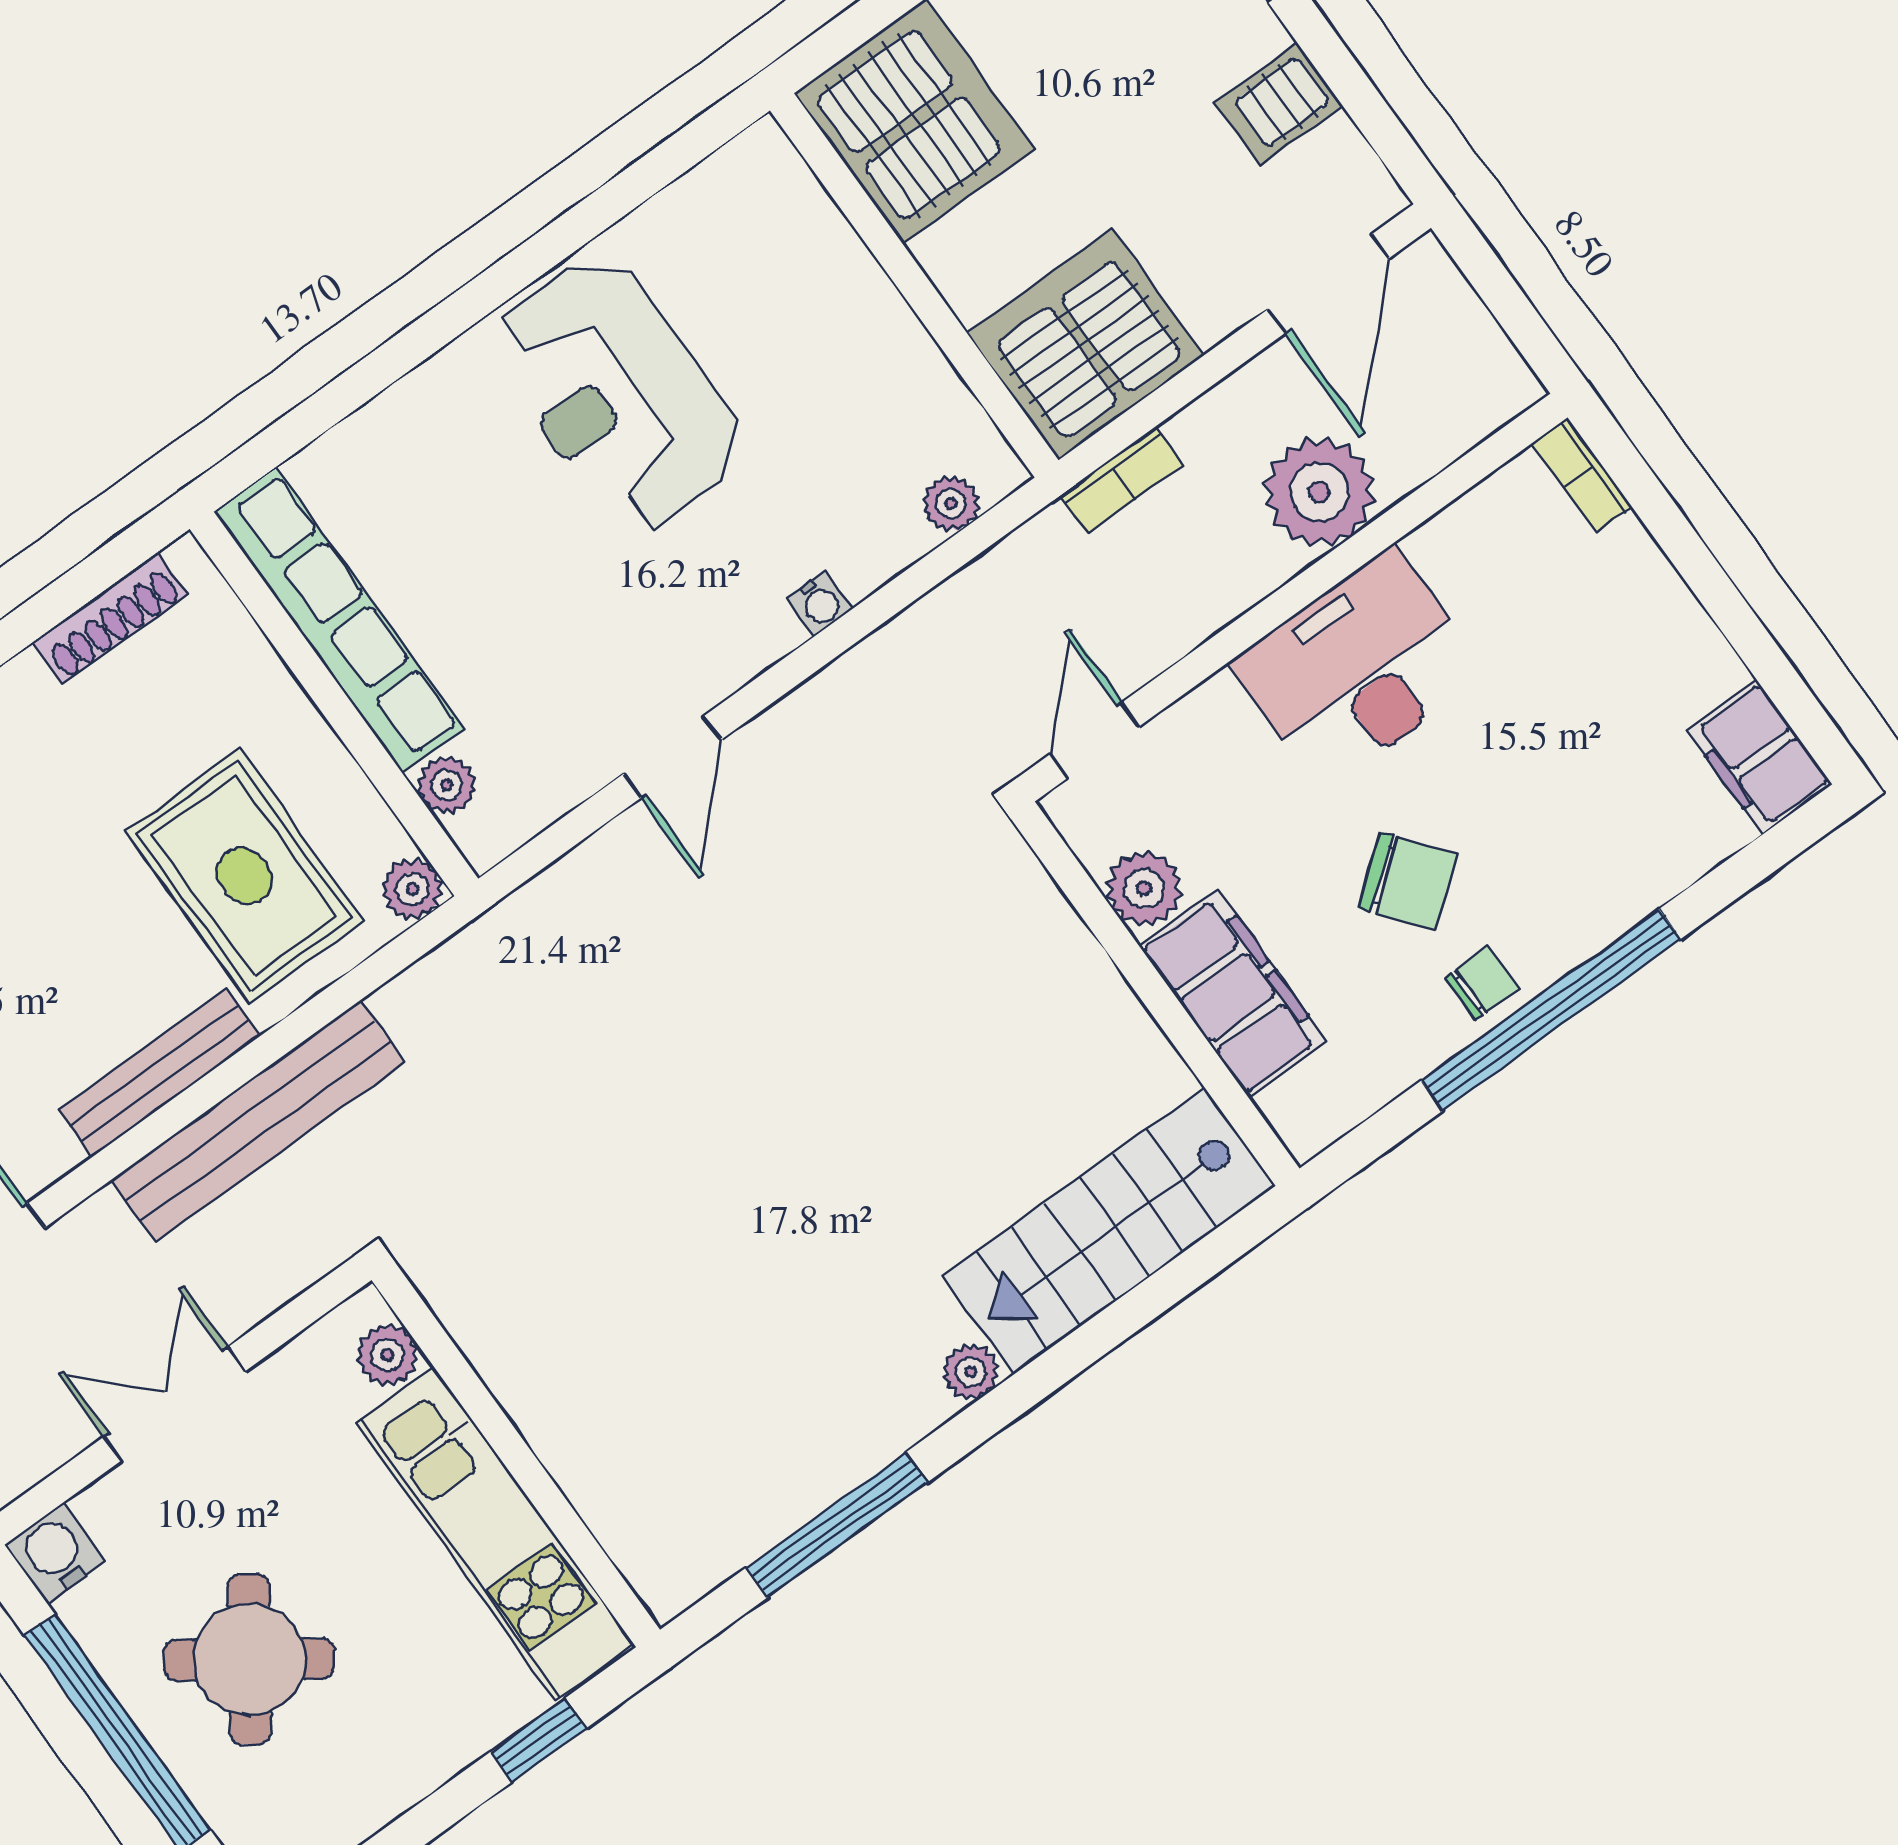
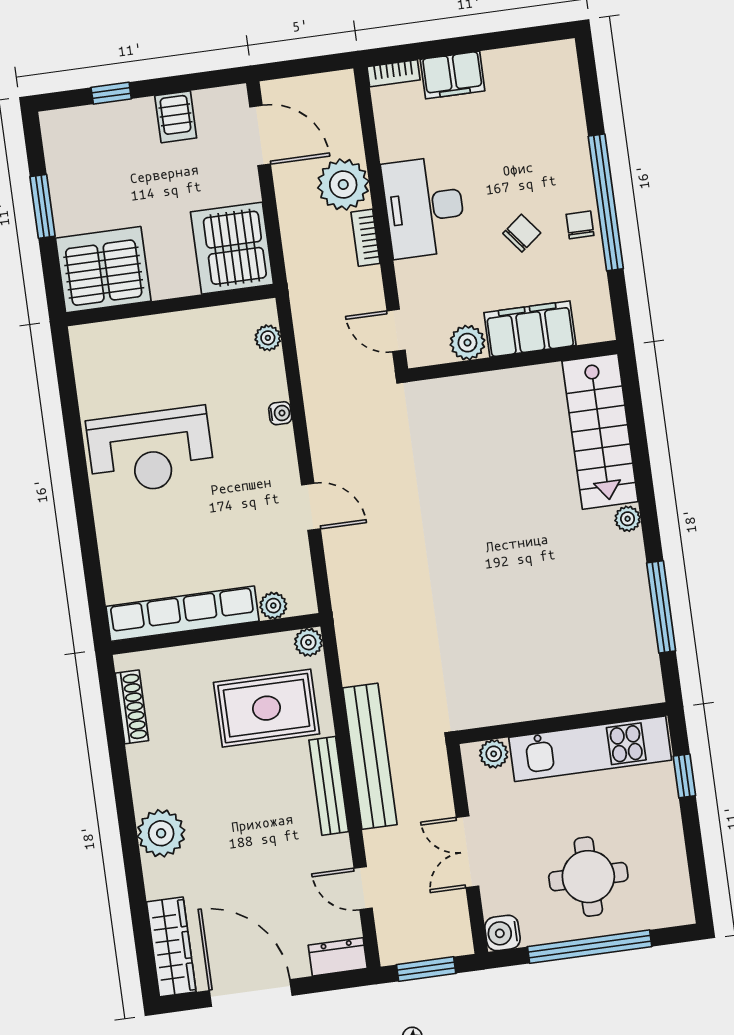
bookcase: (1121, 480) -> (366, 238), moved, turned 180
filing cabinet: (1760, 757) -> (453, 75), moved
chair: (1407, 881) -> (522, 233), width x0.73, depth x0.73
round table: (249, 1659) -> (588, 877), turned -35

